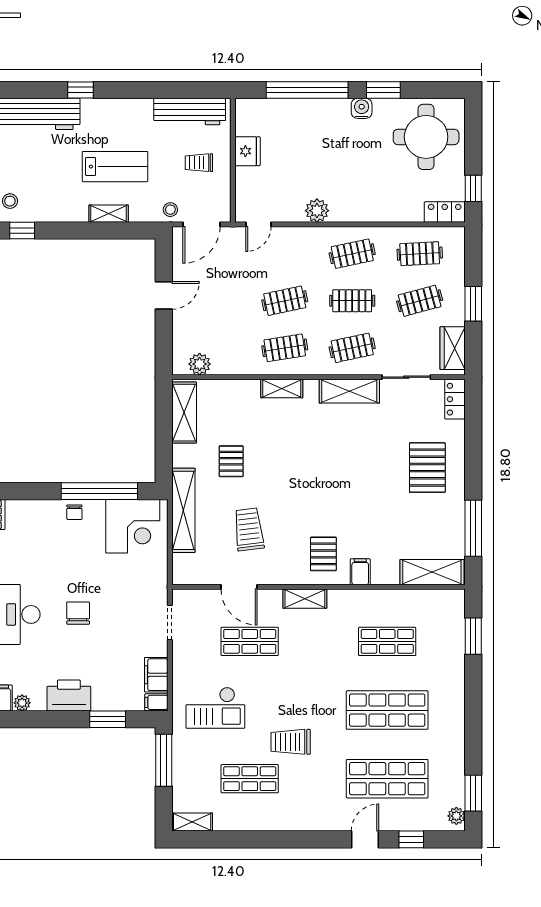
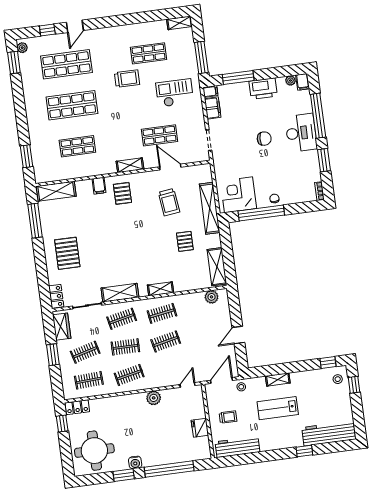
chair: (78, 613) -> (264, 139), turned -88
window: (108, 719) -> (238, 78), width x1.44

